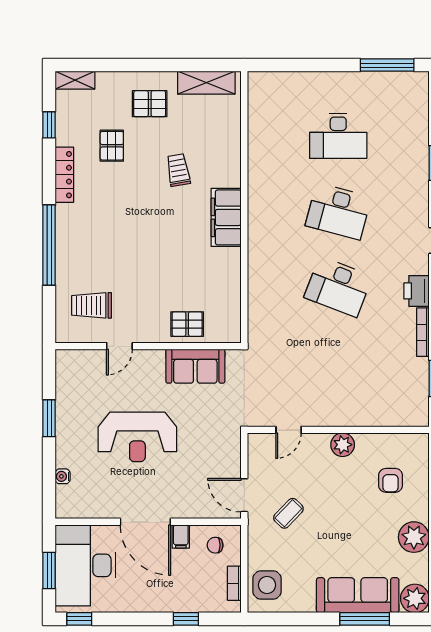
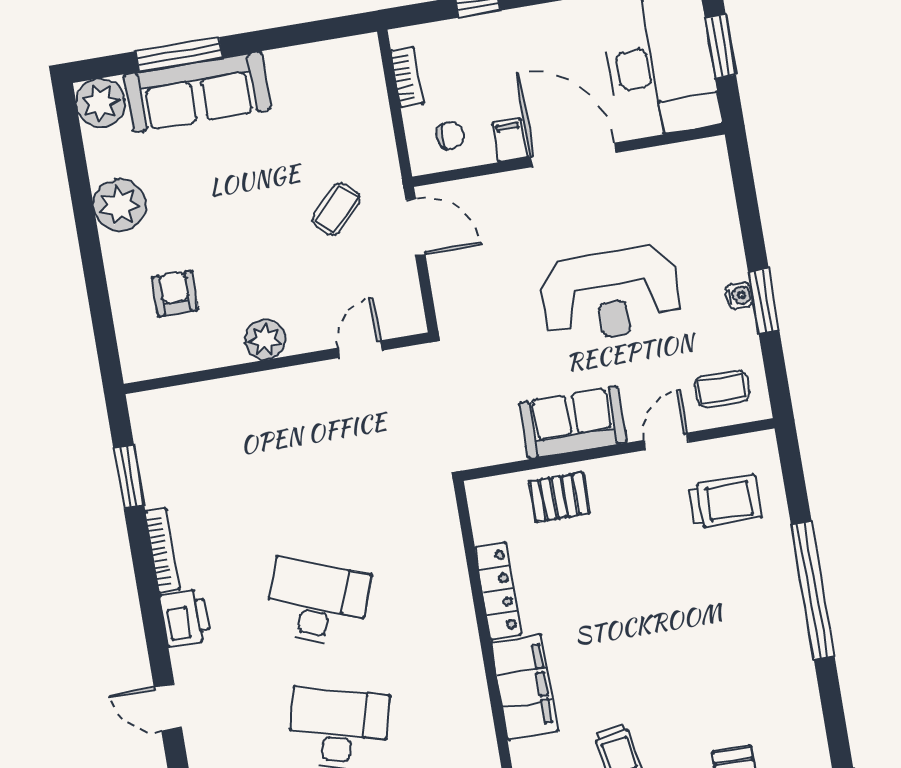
locker: (64, 175) -> (498, 591), moved, turned 180
sofa: (195, 366) -> (573, 423), moved
coffee table: (82, 371) -> (722, 389), added
reception desk: (137, 437) -> (611, 295), turned 180
water cooler: (63, 476) -> (739, 295), moved
side table: (267, 585) -> (352, 83), removed

